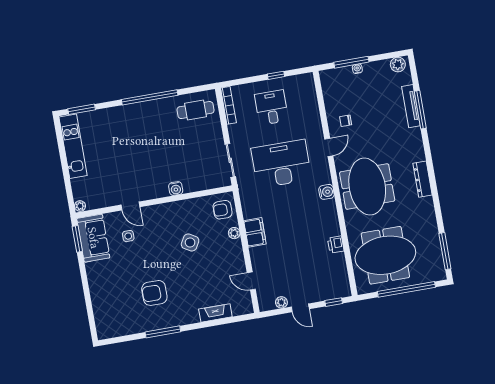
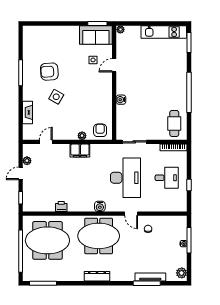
side table: (190, 243) -> (56, 97), moved
meeting table: (385, 255) -> (47, 240), turned 90
armchair: (154, 293) -> (49, 72), turned -94

